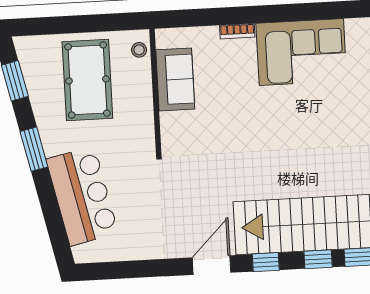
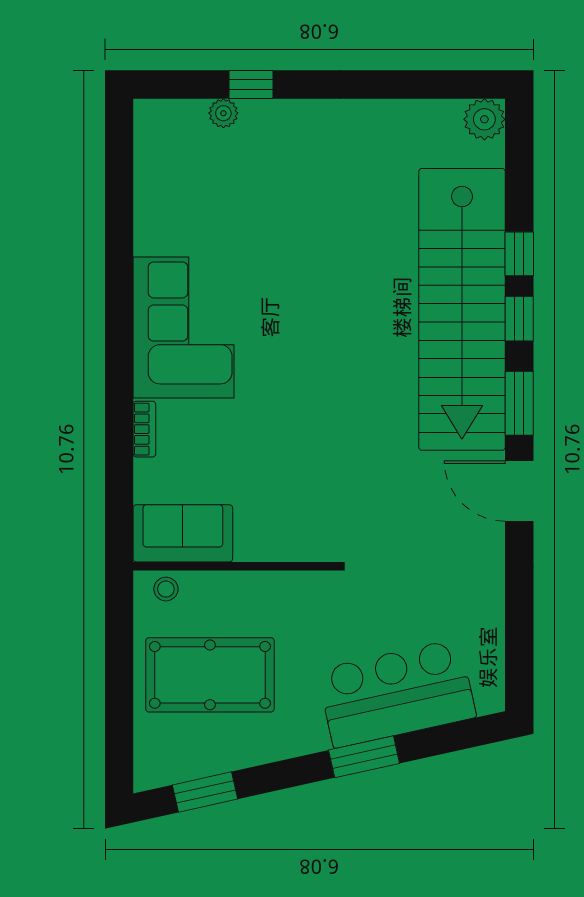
sofa: (175, 79) -> (183, 533), moved
window: (34, 149) -> (364, 757), moved
window: (266, 262) -> (519, 403), width x1.50

